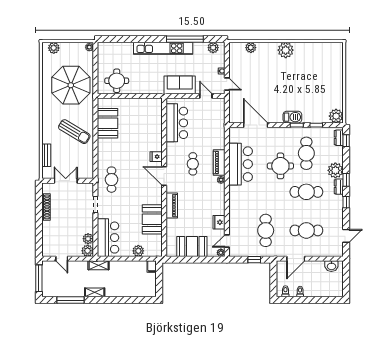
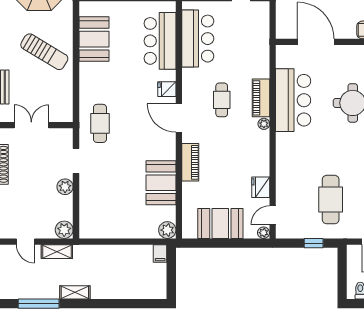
bar counter: (108, 238) -> (160, 41), moved, turned 180
plant: (88, 239) -> (65, 187), moved
plant: (138, 251) -> (167, 230), moved
shelving: (99, 265) -> (57, 252), moved

